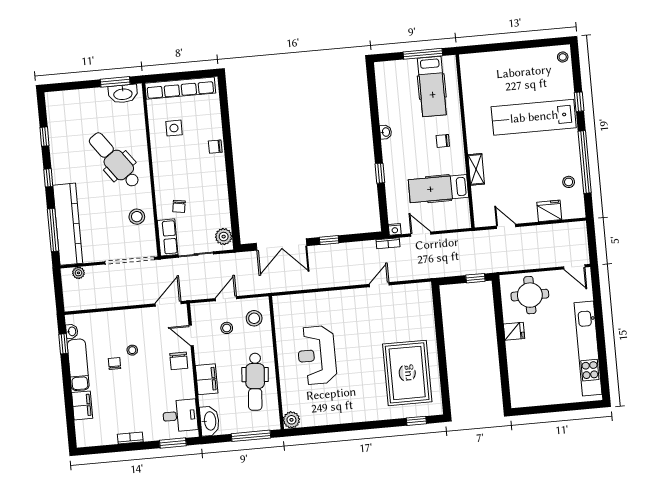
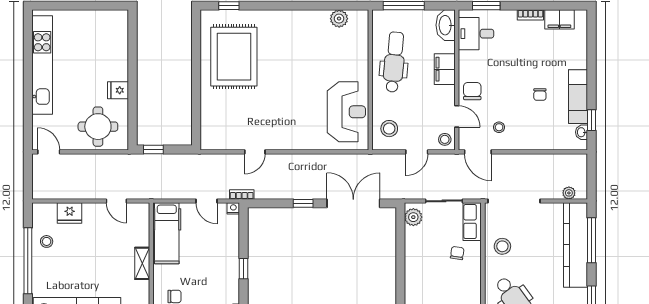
hospital bed: (438, 189) -> (167, 233), moved, turned 90
door: (168, 304) -> (478, 152), hinge flipped
stool: (227, 328) -> (445, 139), moved
stool: (132, 350) -> (499, 127), moved
reception desk: (317, 355) -> (346, 112), moved
filing cabinet: (82, 405) -> (559, 19), moved, turned -90
plant: (291, 420) -> (339, 19), moved

